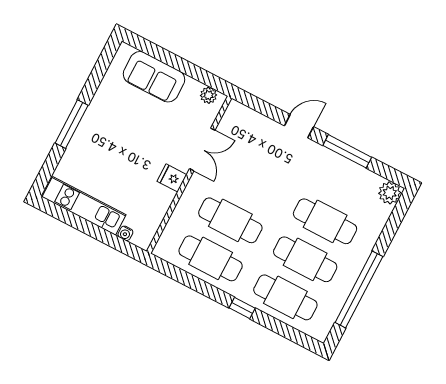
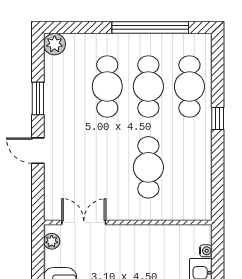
double door: (202, 149) -> (84, 223), moved
window: (347, 151) -> (38, 99), width x0.69
fridge: (172, 178) -> (138, 236), removed
cafe table: (211, 258) -> (189, 167), removed

